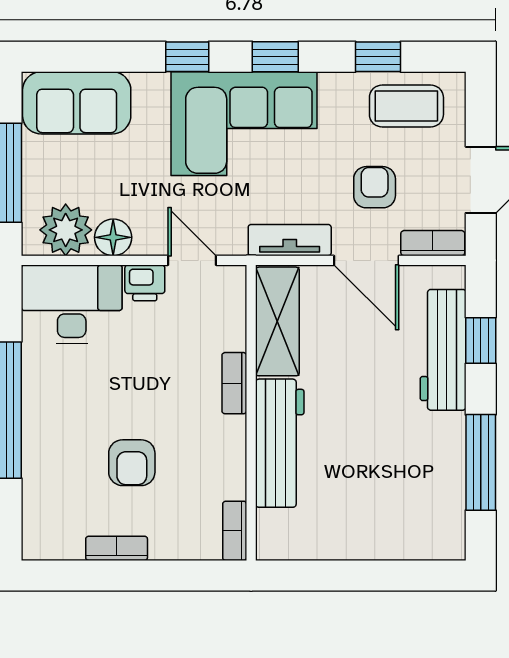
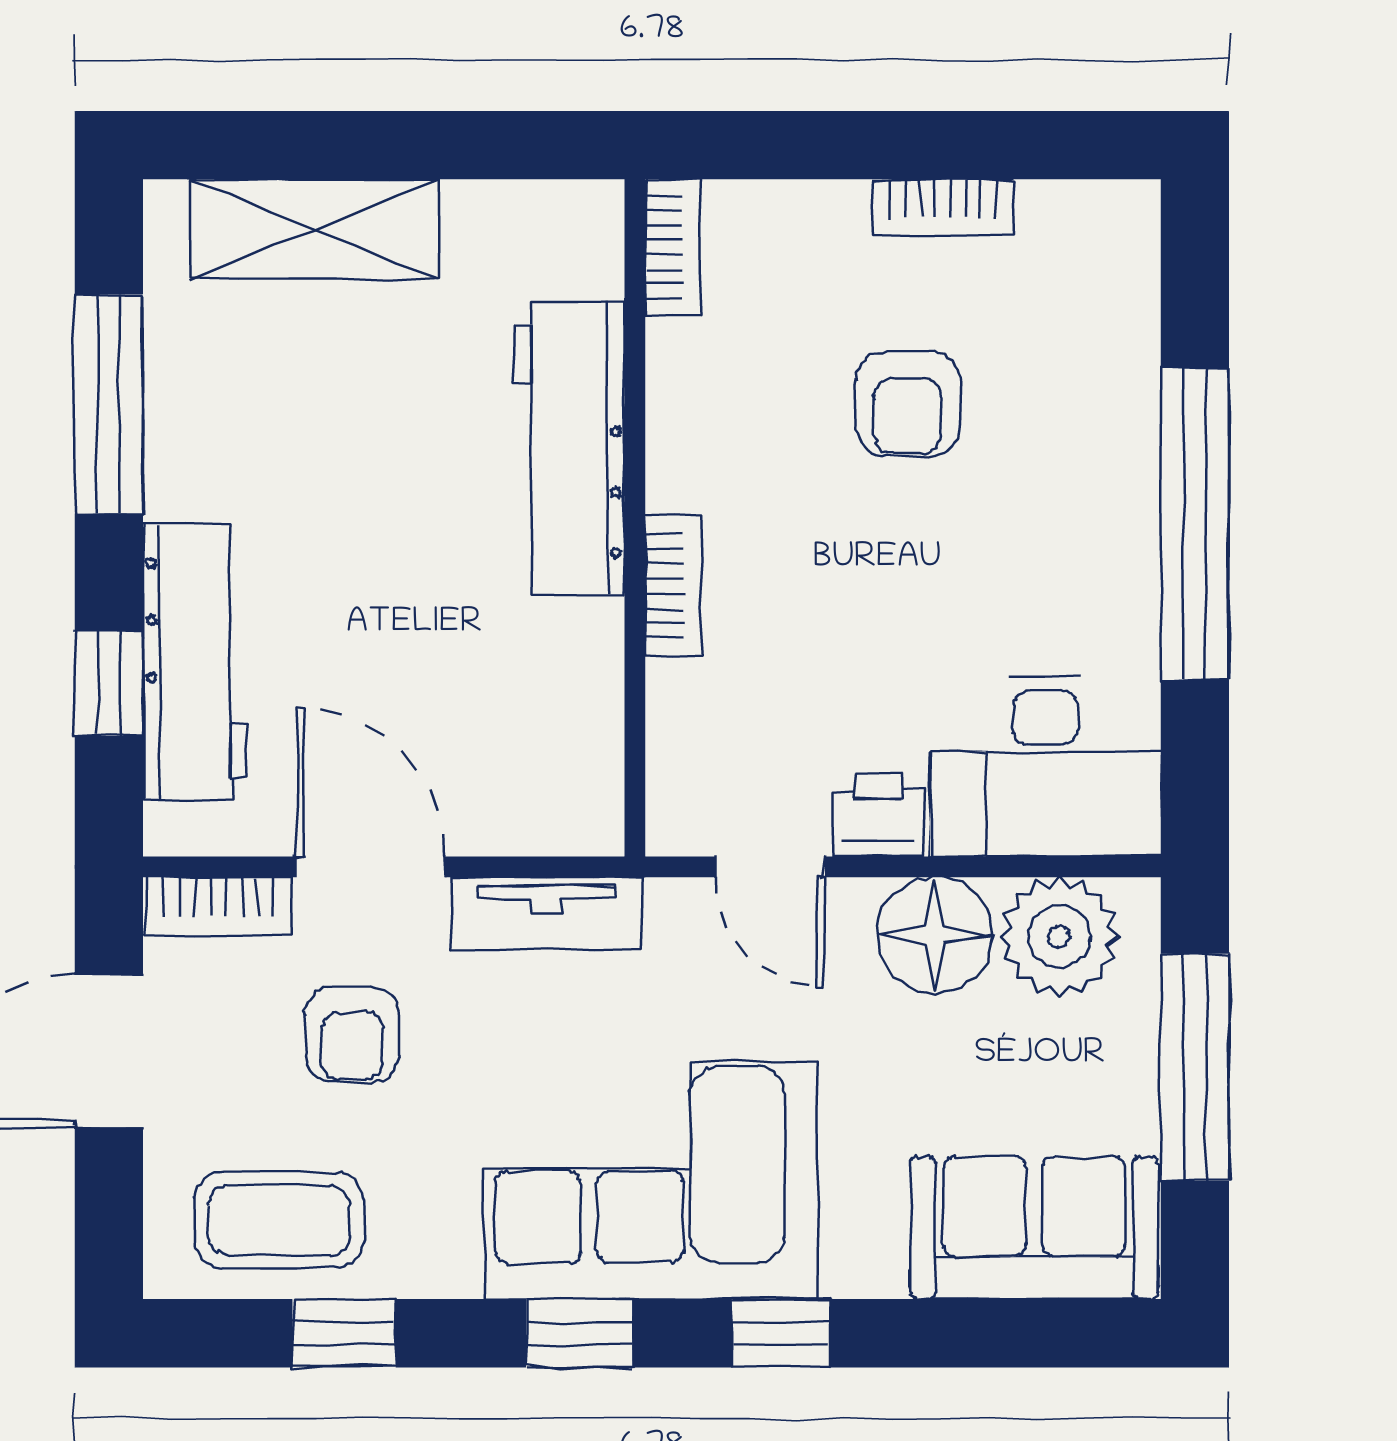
floor lamp: (113, 237) -> (935, 935), width x1.38, depth x1.38
shelving: (277, 321) -> (314, 229), moved, turned 90
armchair: (132, 463) -> (908, 404), turned 180

